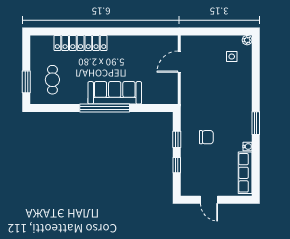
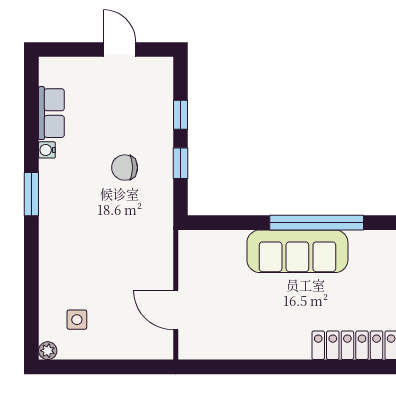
door: (179, 62) -> (176, 310), swing flipped
row of seats: (245, 173) -> (51, 113), width x0.68

